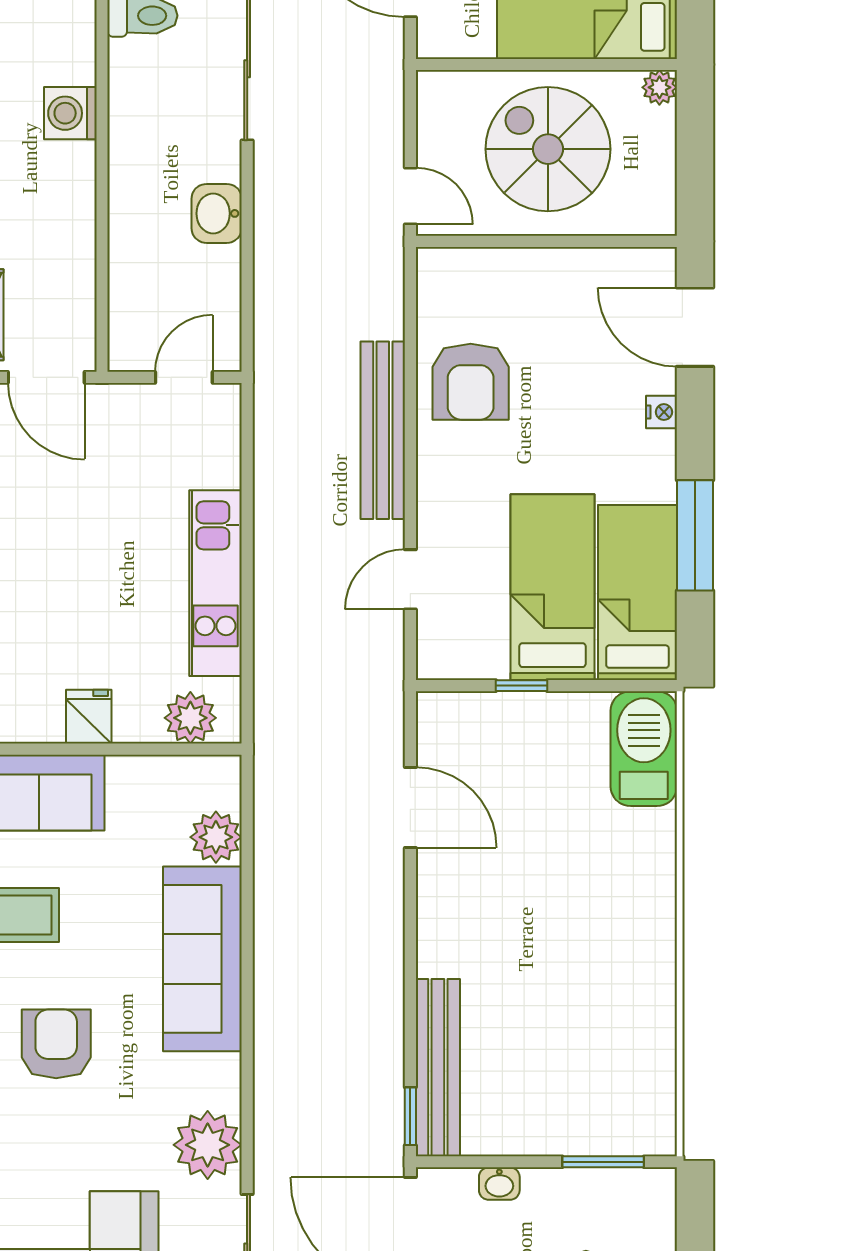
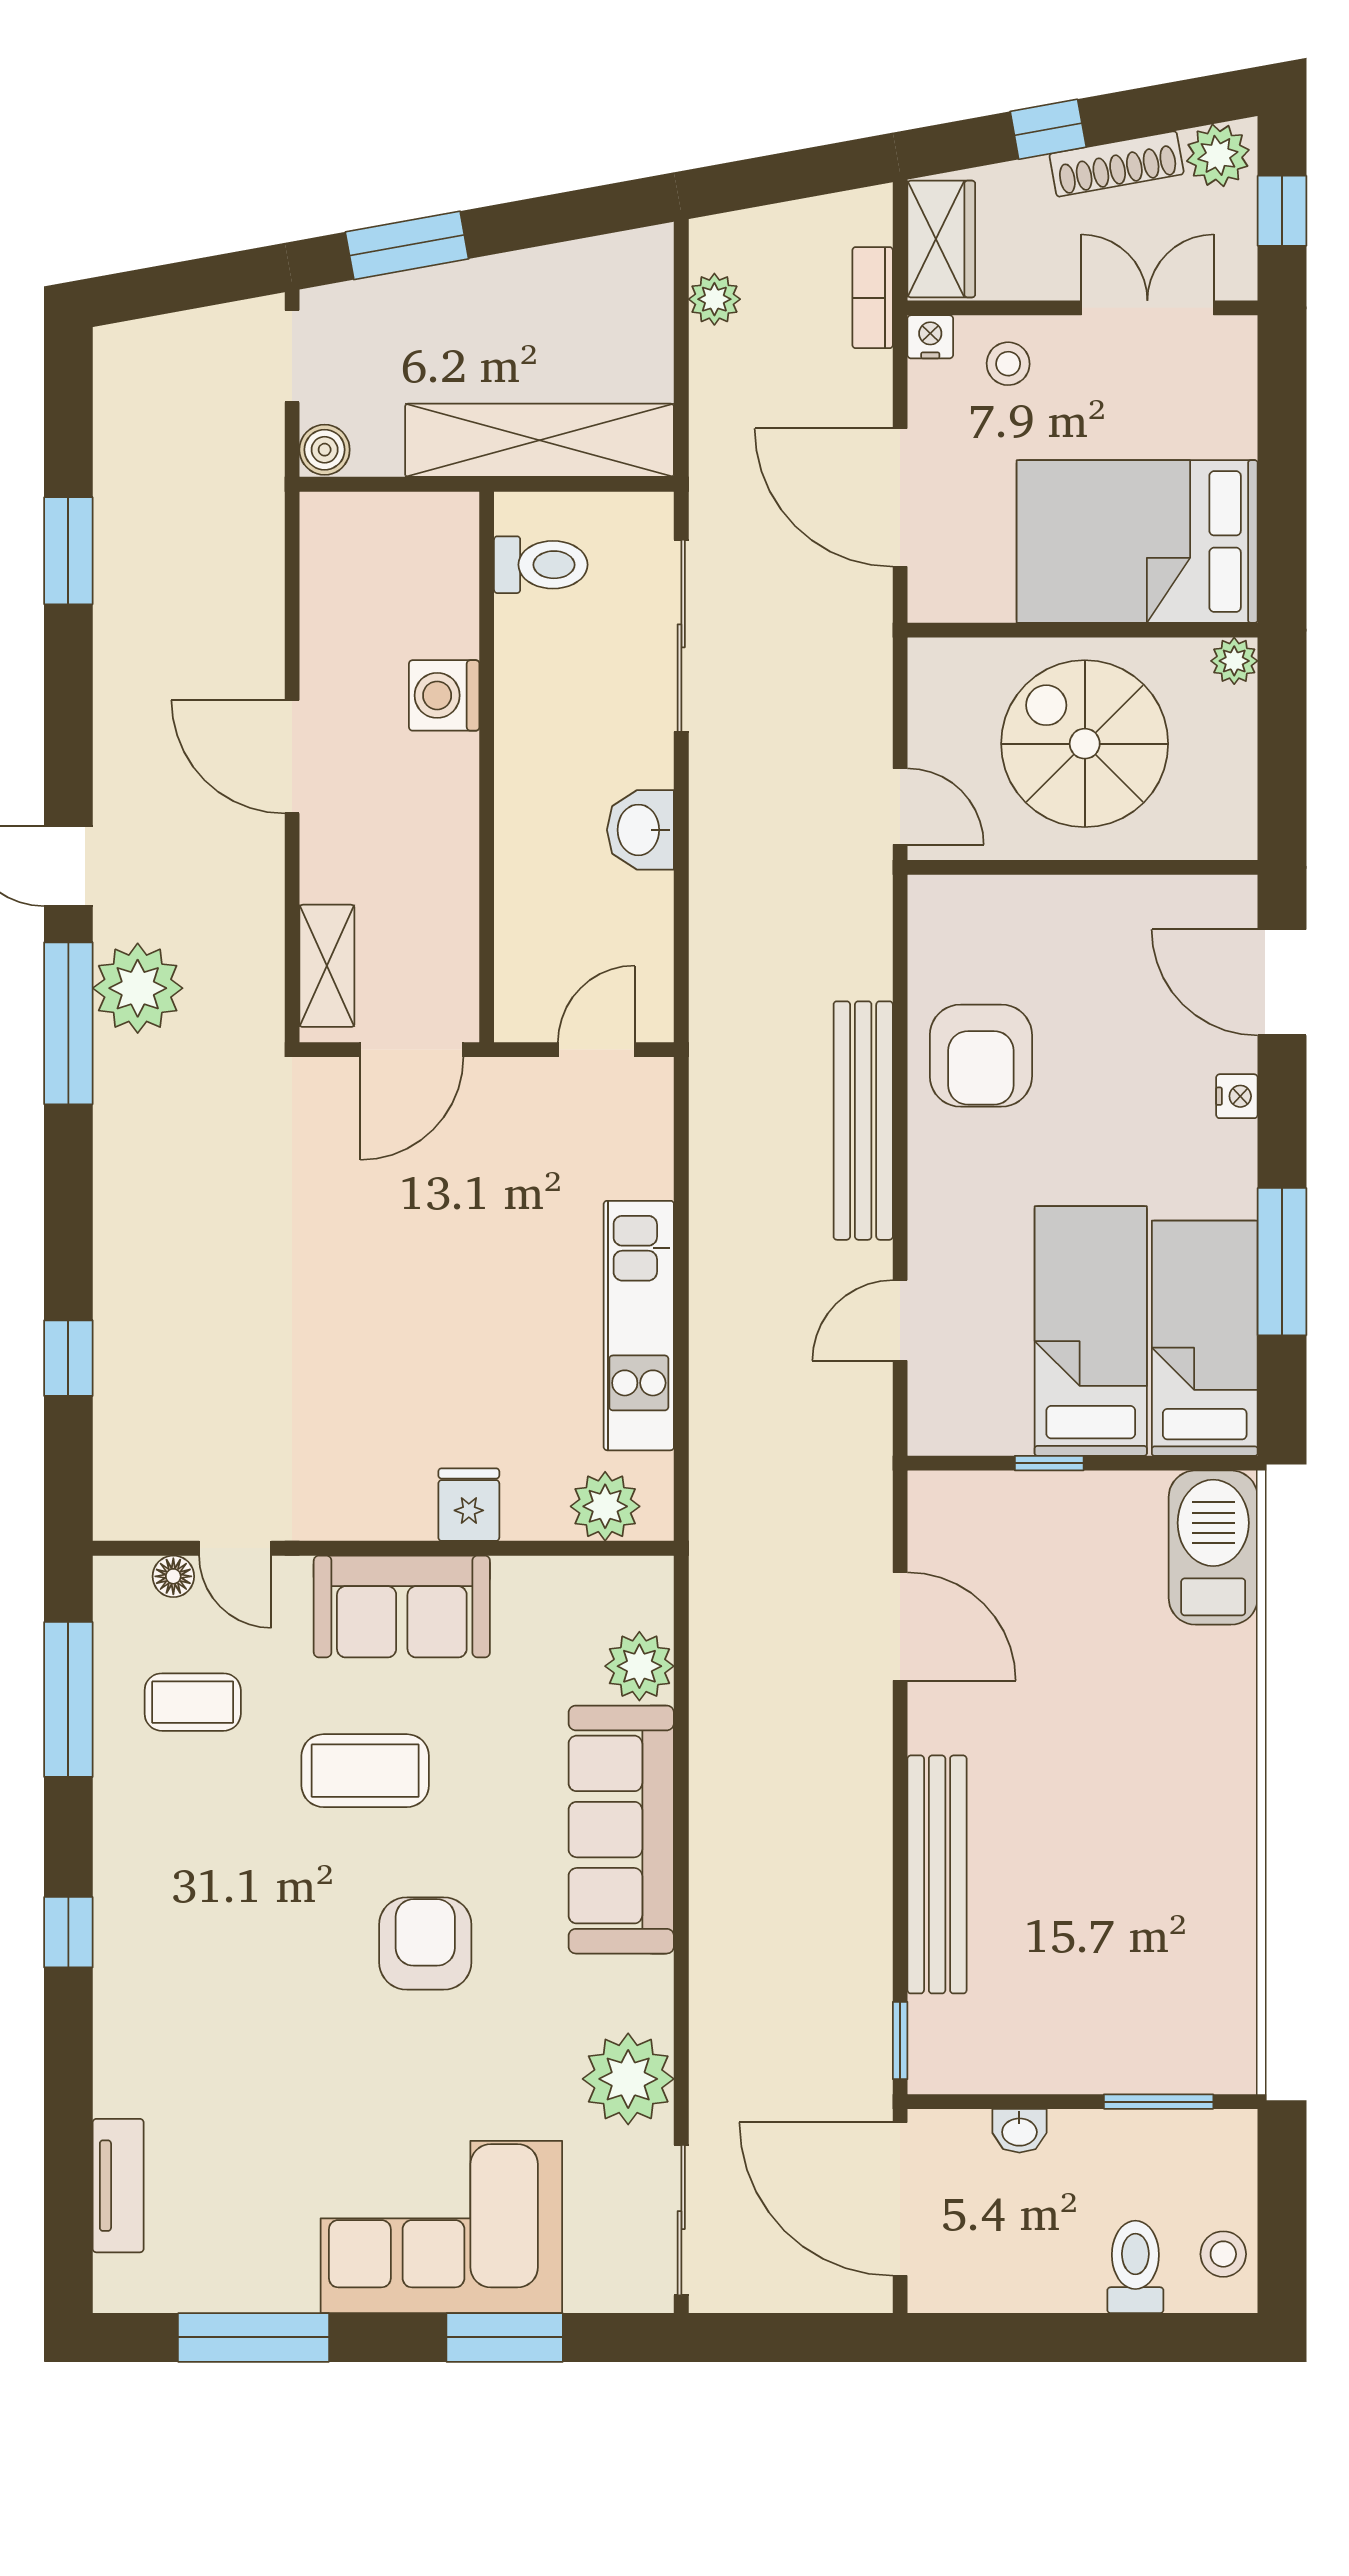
door: (46, 377) -> (412, 1050), hinge flipped
bench: (438, 1068) -> (937, 1874), moved

